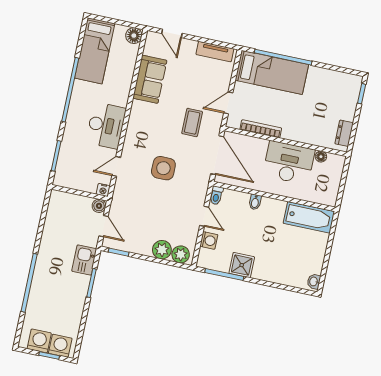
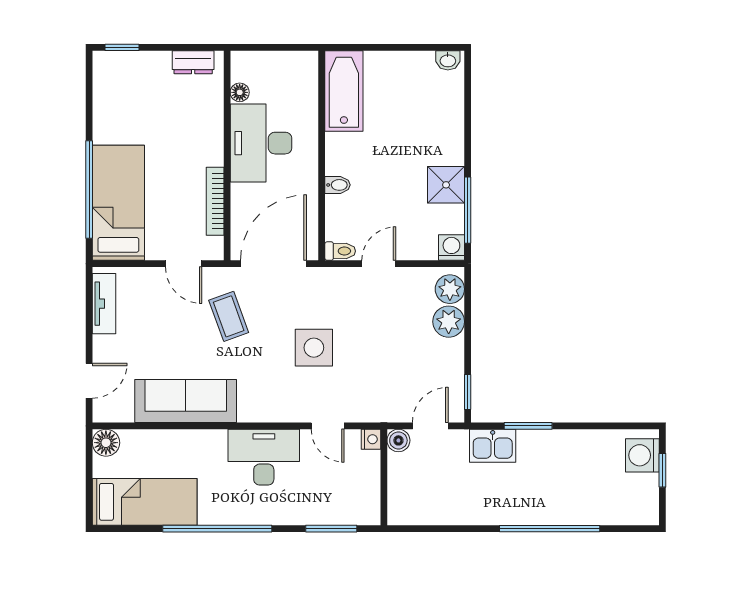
sofa: (150, 79) -> (186, 401), width x1.36
coffee table: (192, 123) -> (229, 316), turned 70
washing machine: (209, 240) -> (451, 248), moved
washing machine: (39, 341) -> (642, 492), removed

